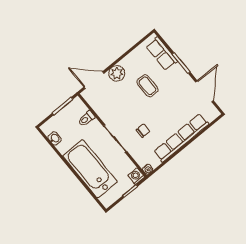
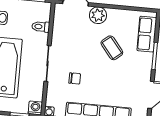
coffee table: (147, 86) -> (112, 48), turned -39

